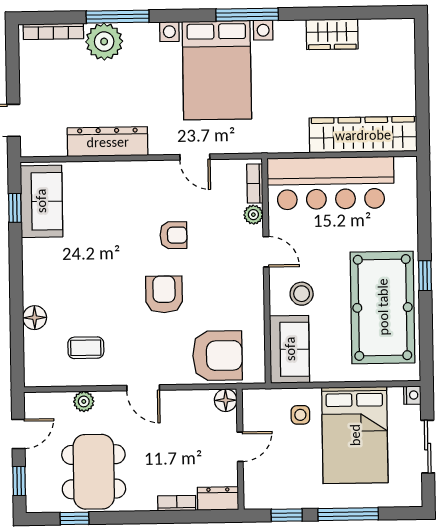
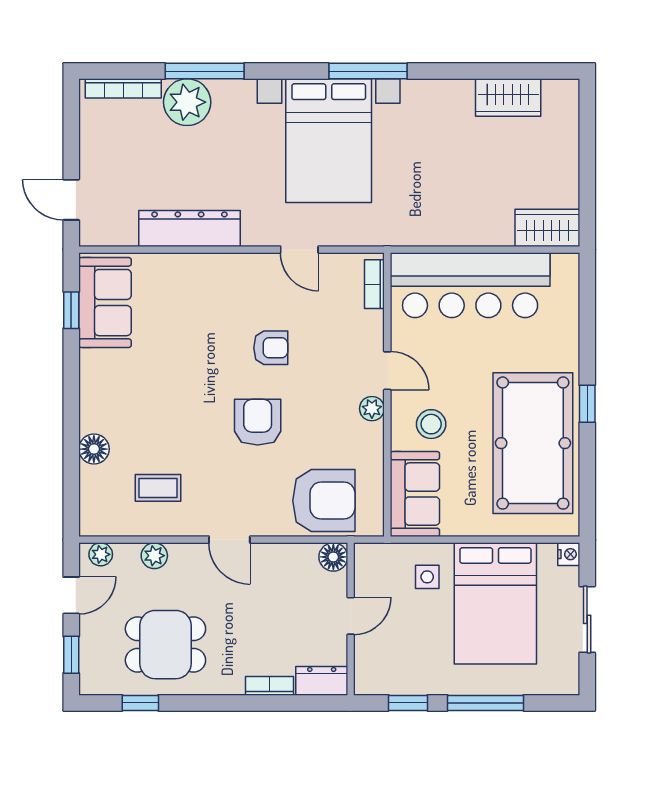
wardrobe: (332, 34) -> (508, 98), moved
wardrobe: (363, 135) -> (547, 228), width x0.48, depth x0.85
plant: (253, 215) -> (372, 409), moved
plant: (41, 401) -> (101, 554), added
dining table: (94, 472) -> (165, 645), width x0.73

